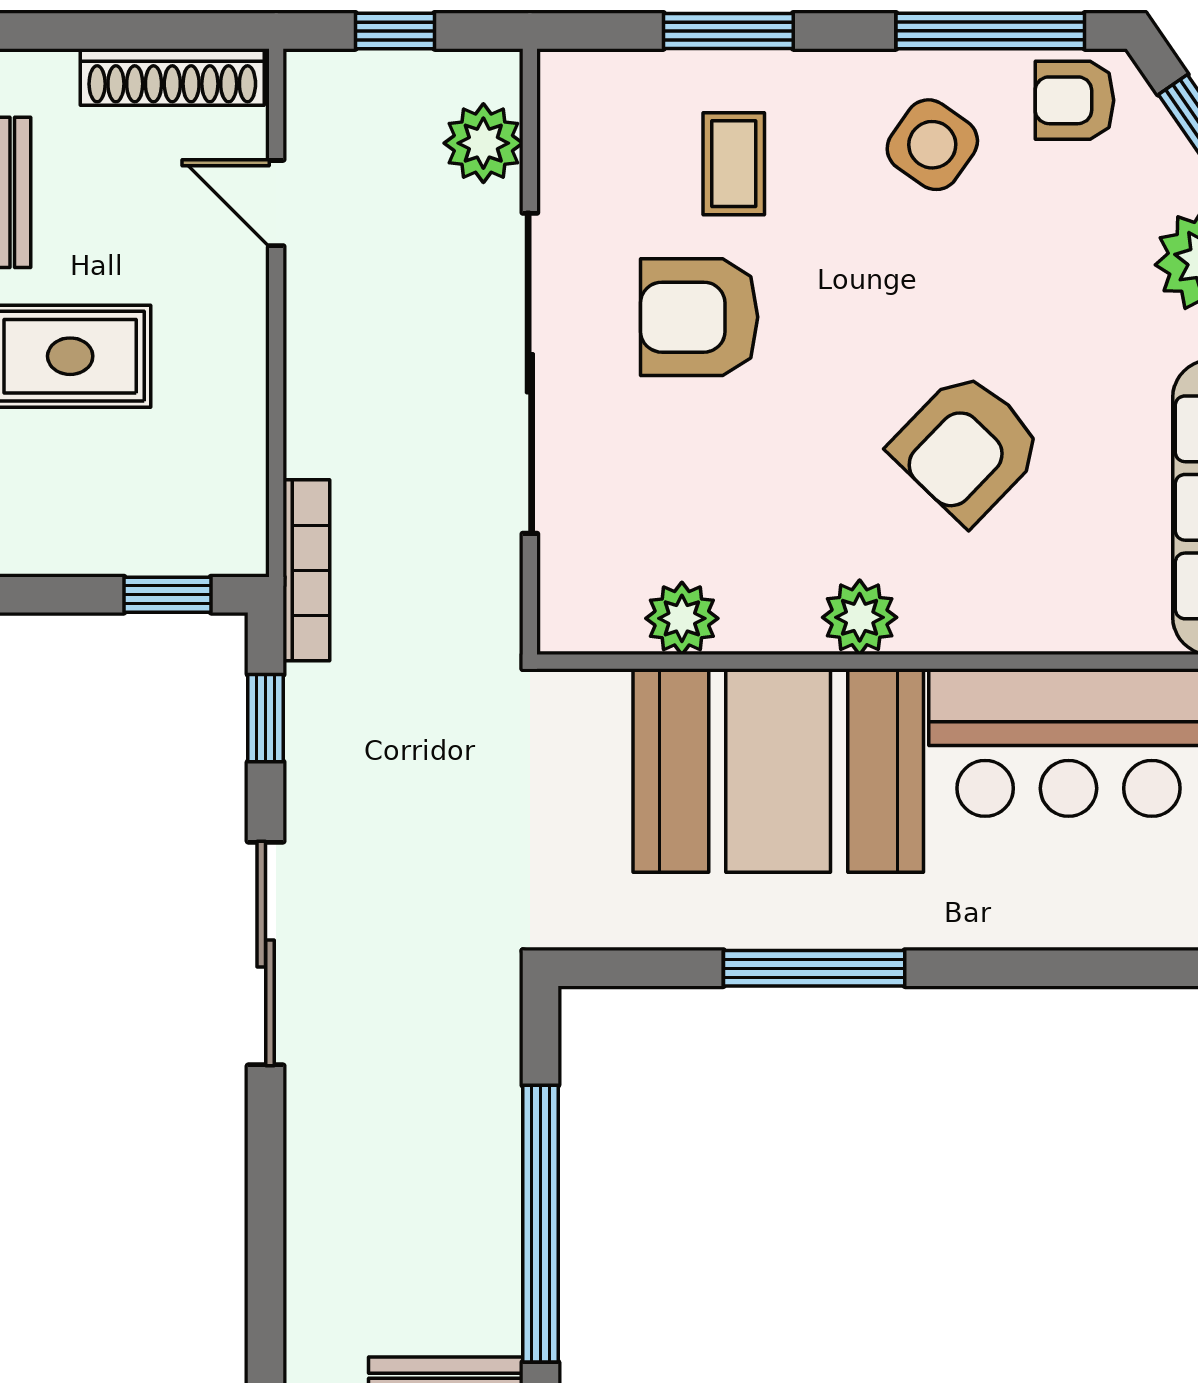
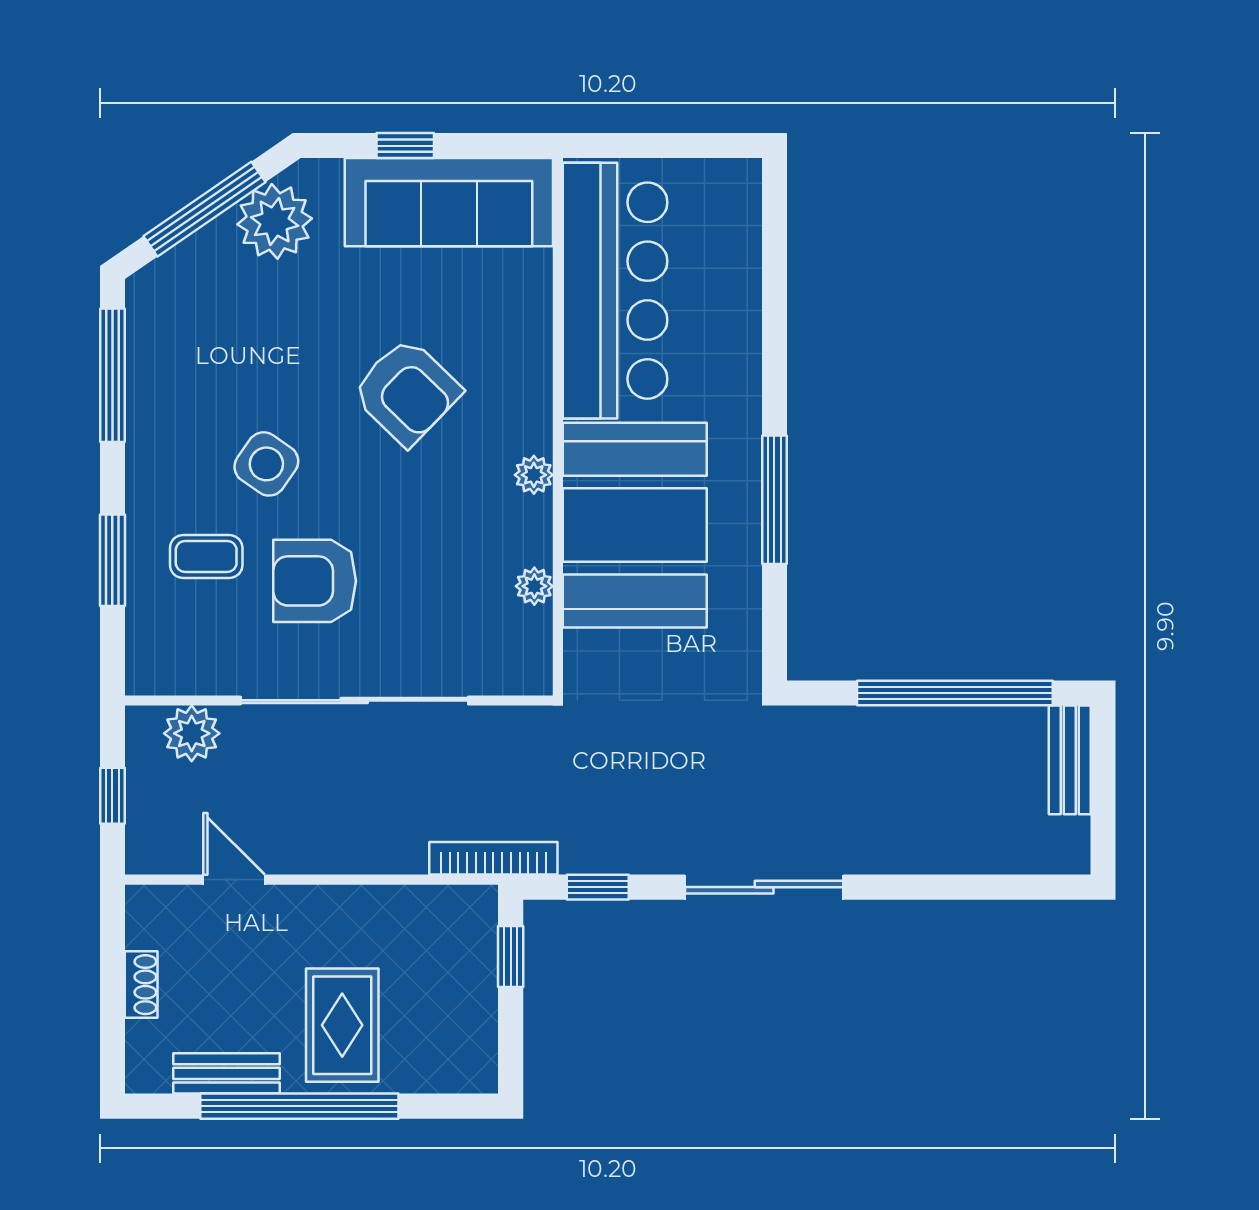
shoe rack: (172, 77) -> (141, 985), width x0.51, depth x0.81
armchair: (1074, 100) -> (161, 316), removed
side table: (932, 145) -> (266, 464), moved
door: (276, 203) -> (234, 880), swing flipped
armchair: (699, 317) -> (315, 581), turned 90
plant: (860, 617) -> (534, 475), width x0.73, depth x0.73
plant: (682, 618) -> (534, 586), width x0.73, depth x0.73

